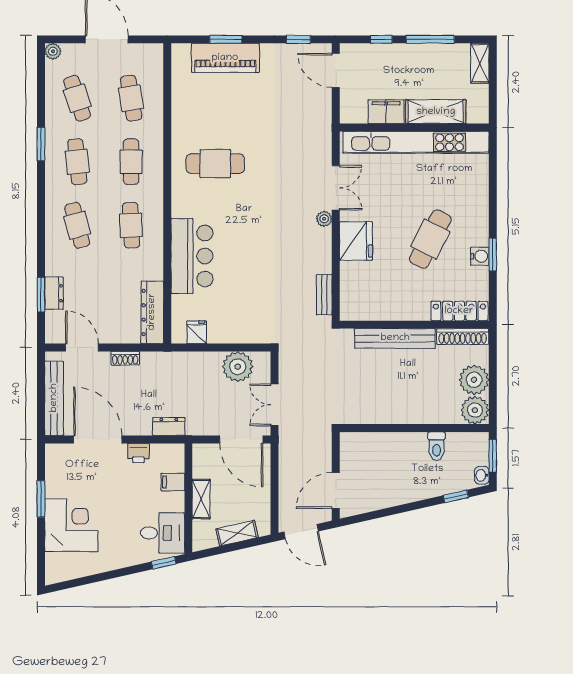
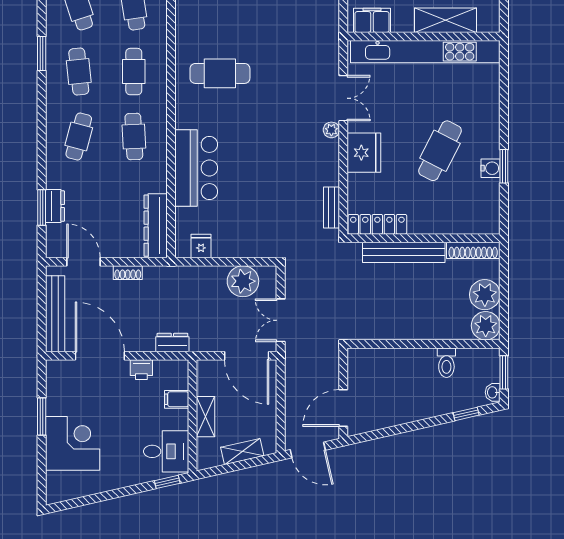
filing cabinet: (386, 112) -> (372, 20), moved
cafe table: (77, 225) -> (79, 137), turned 30
locker: (459, 311) -> (377, 224), moved

